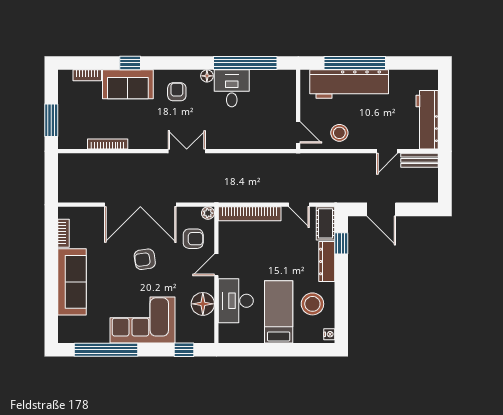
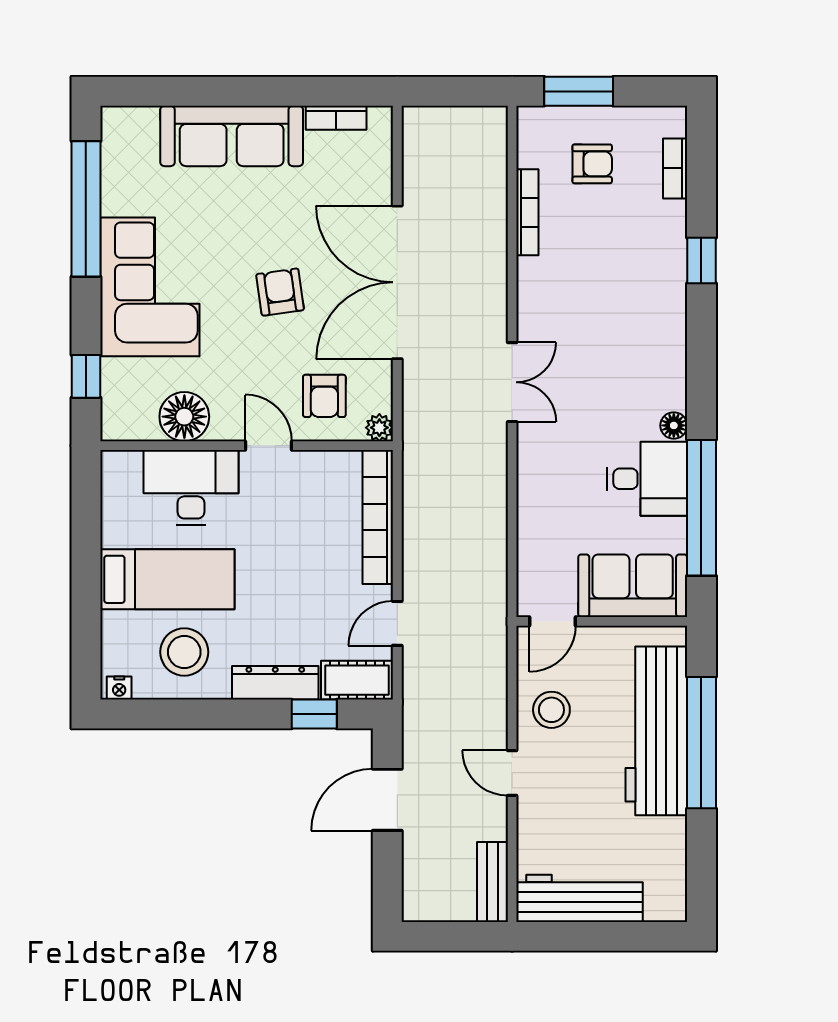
sofa: (128, 84) -> (633, 586), moved, turned 90
armchair: (177, 92) -> (592, 164), moved
door: (387, 151) -> (512, 773), moved

